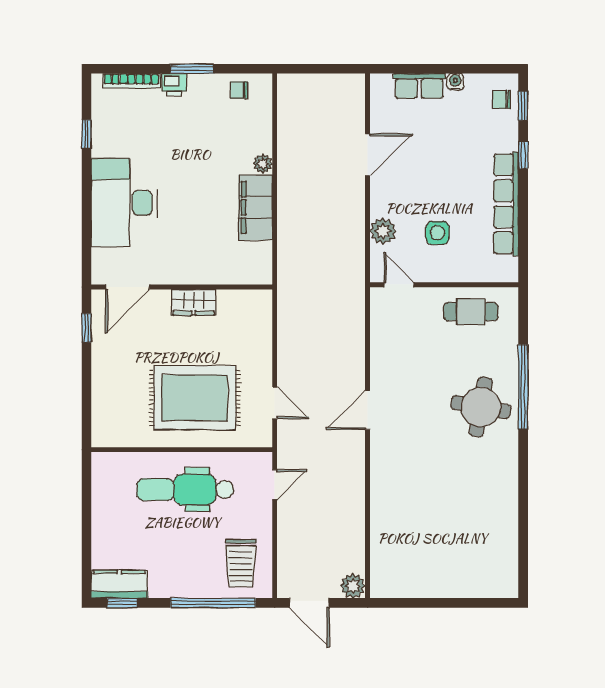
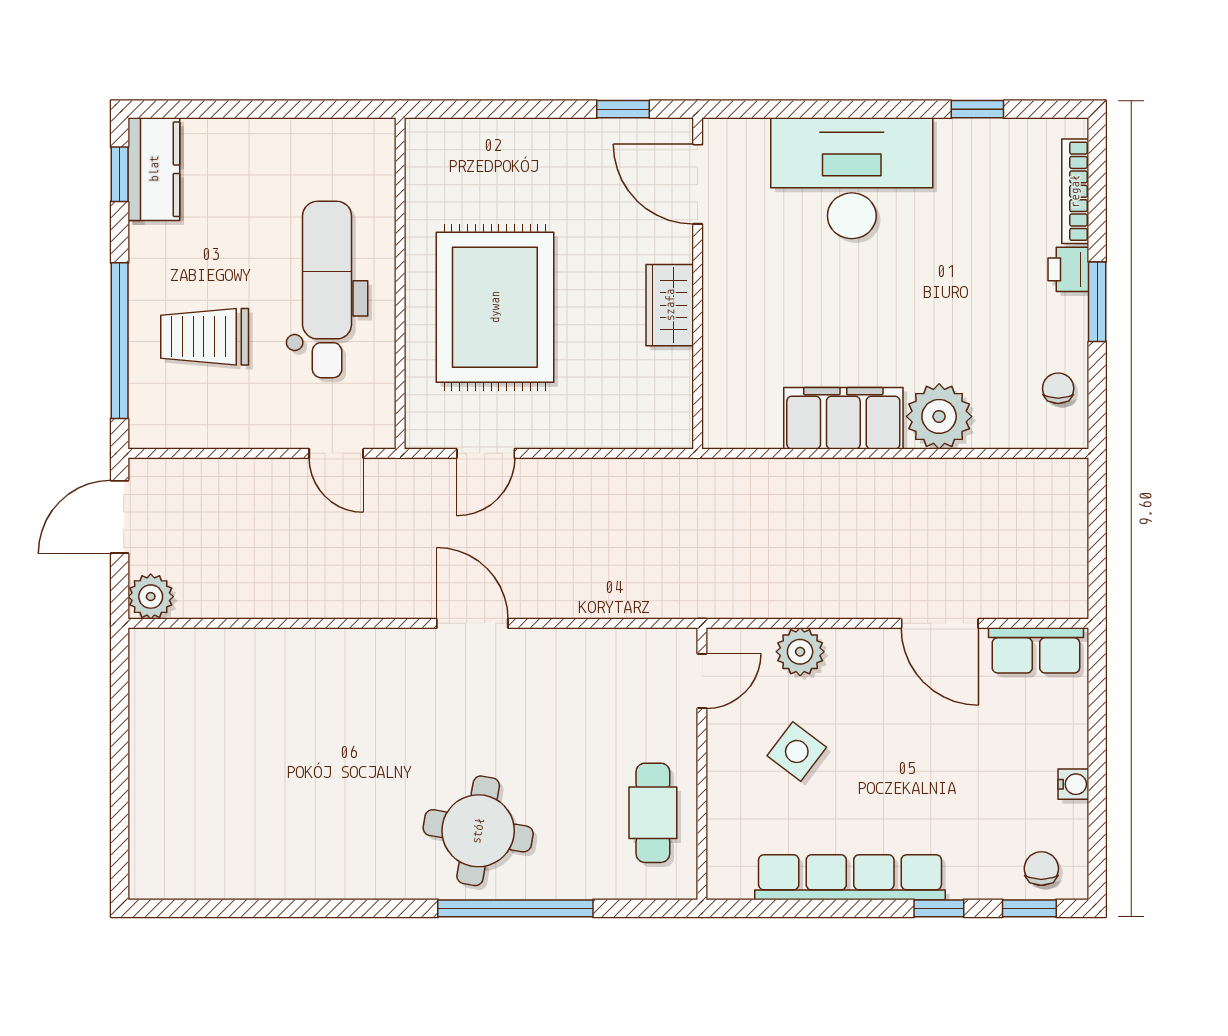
row of seats: (419, 86) -> (1036, 650), moved, turned -90
plant: (263, 164) -> (939, 416), width x1.87, depth x1.87
side table: (437, 233) -> (797, 751), turned 37
trolley: (241, 563) -> (205, 337), moved

